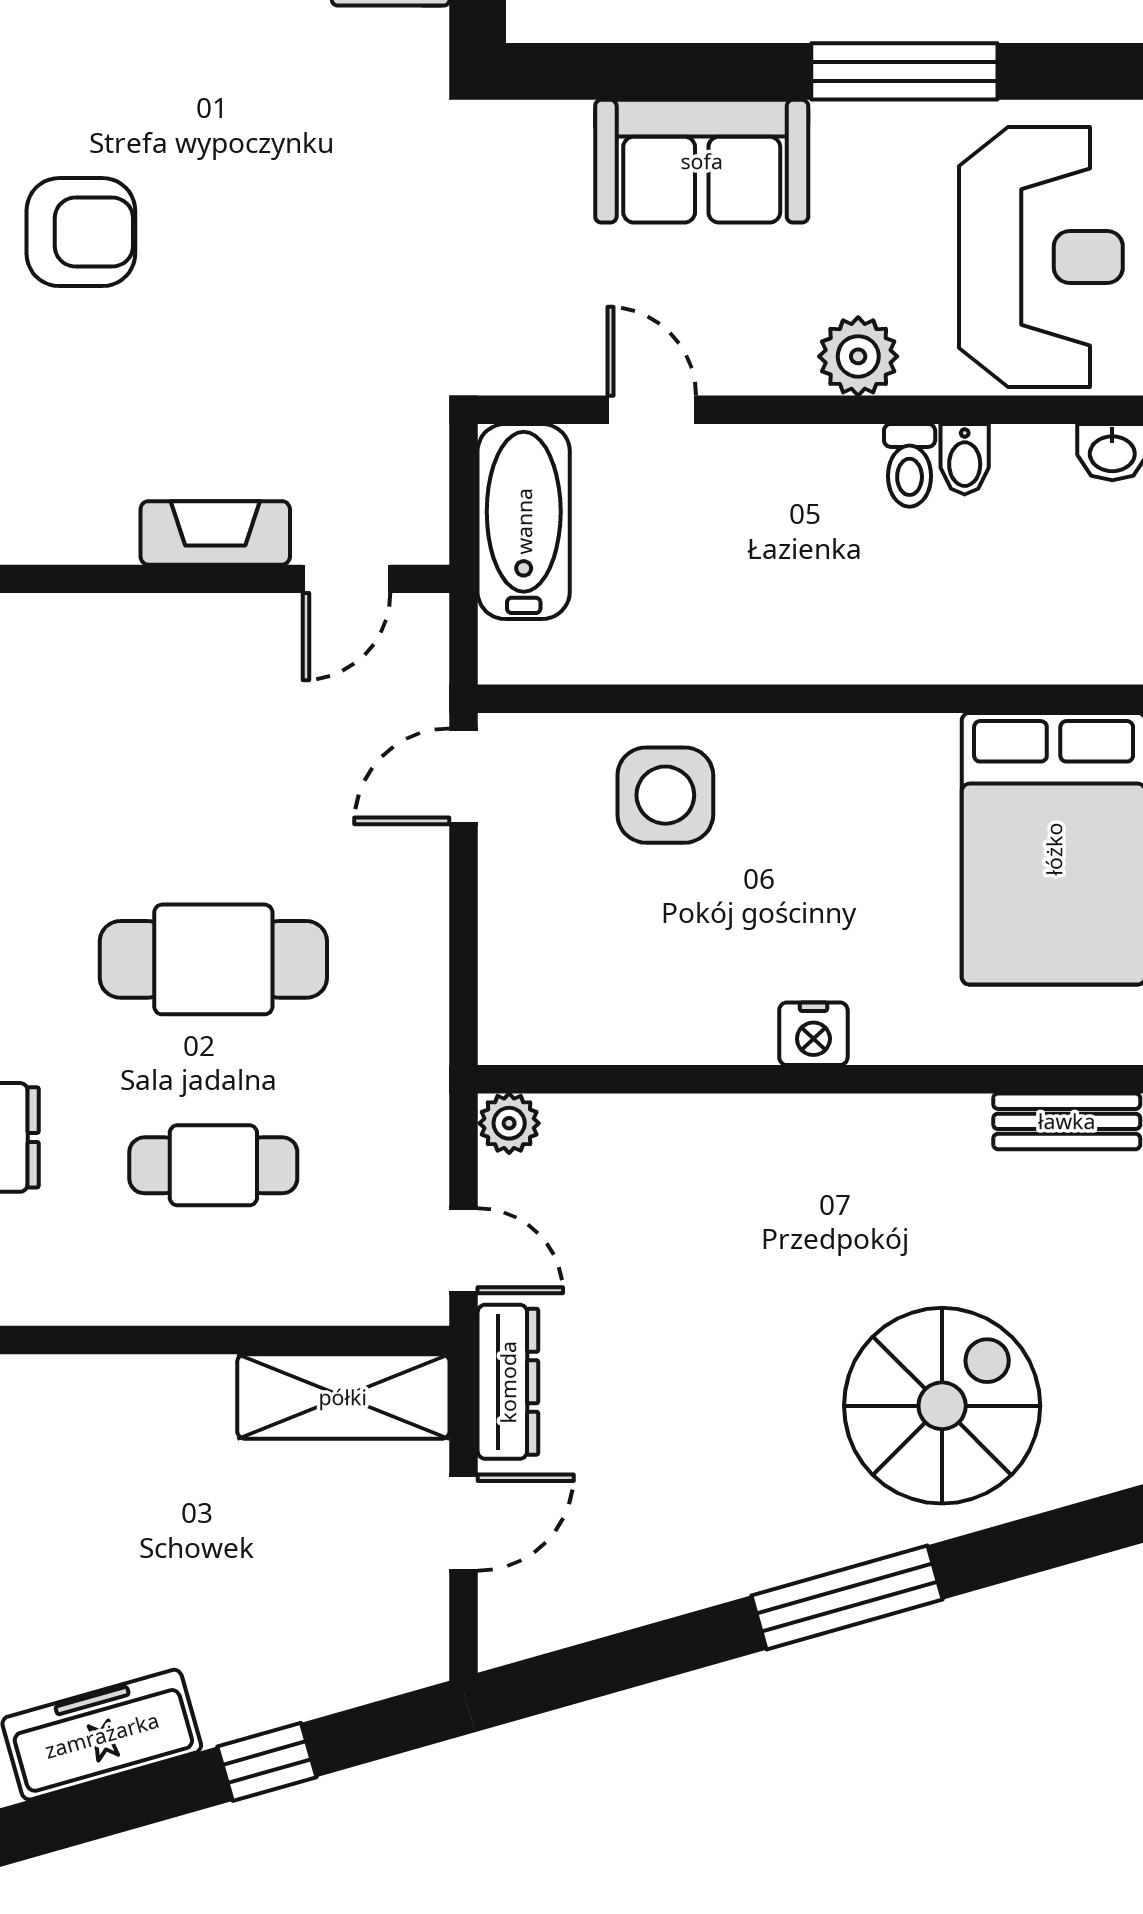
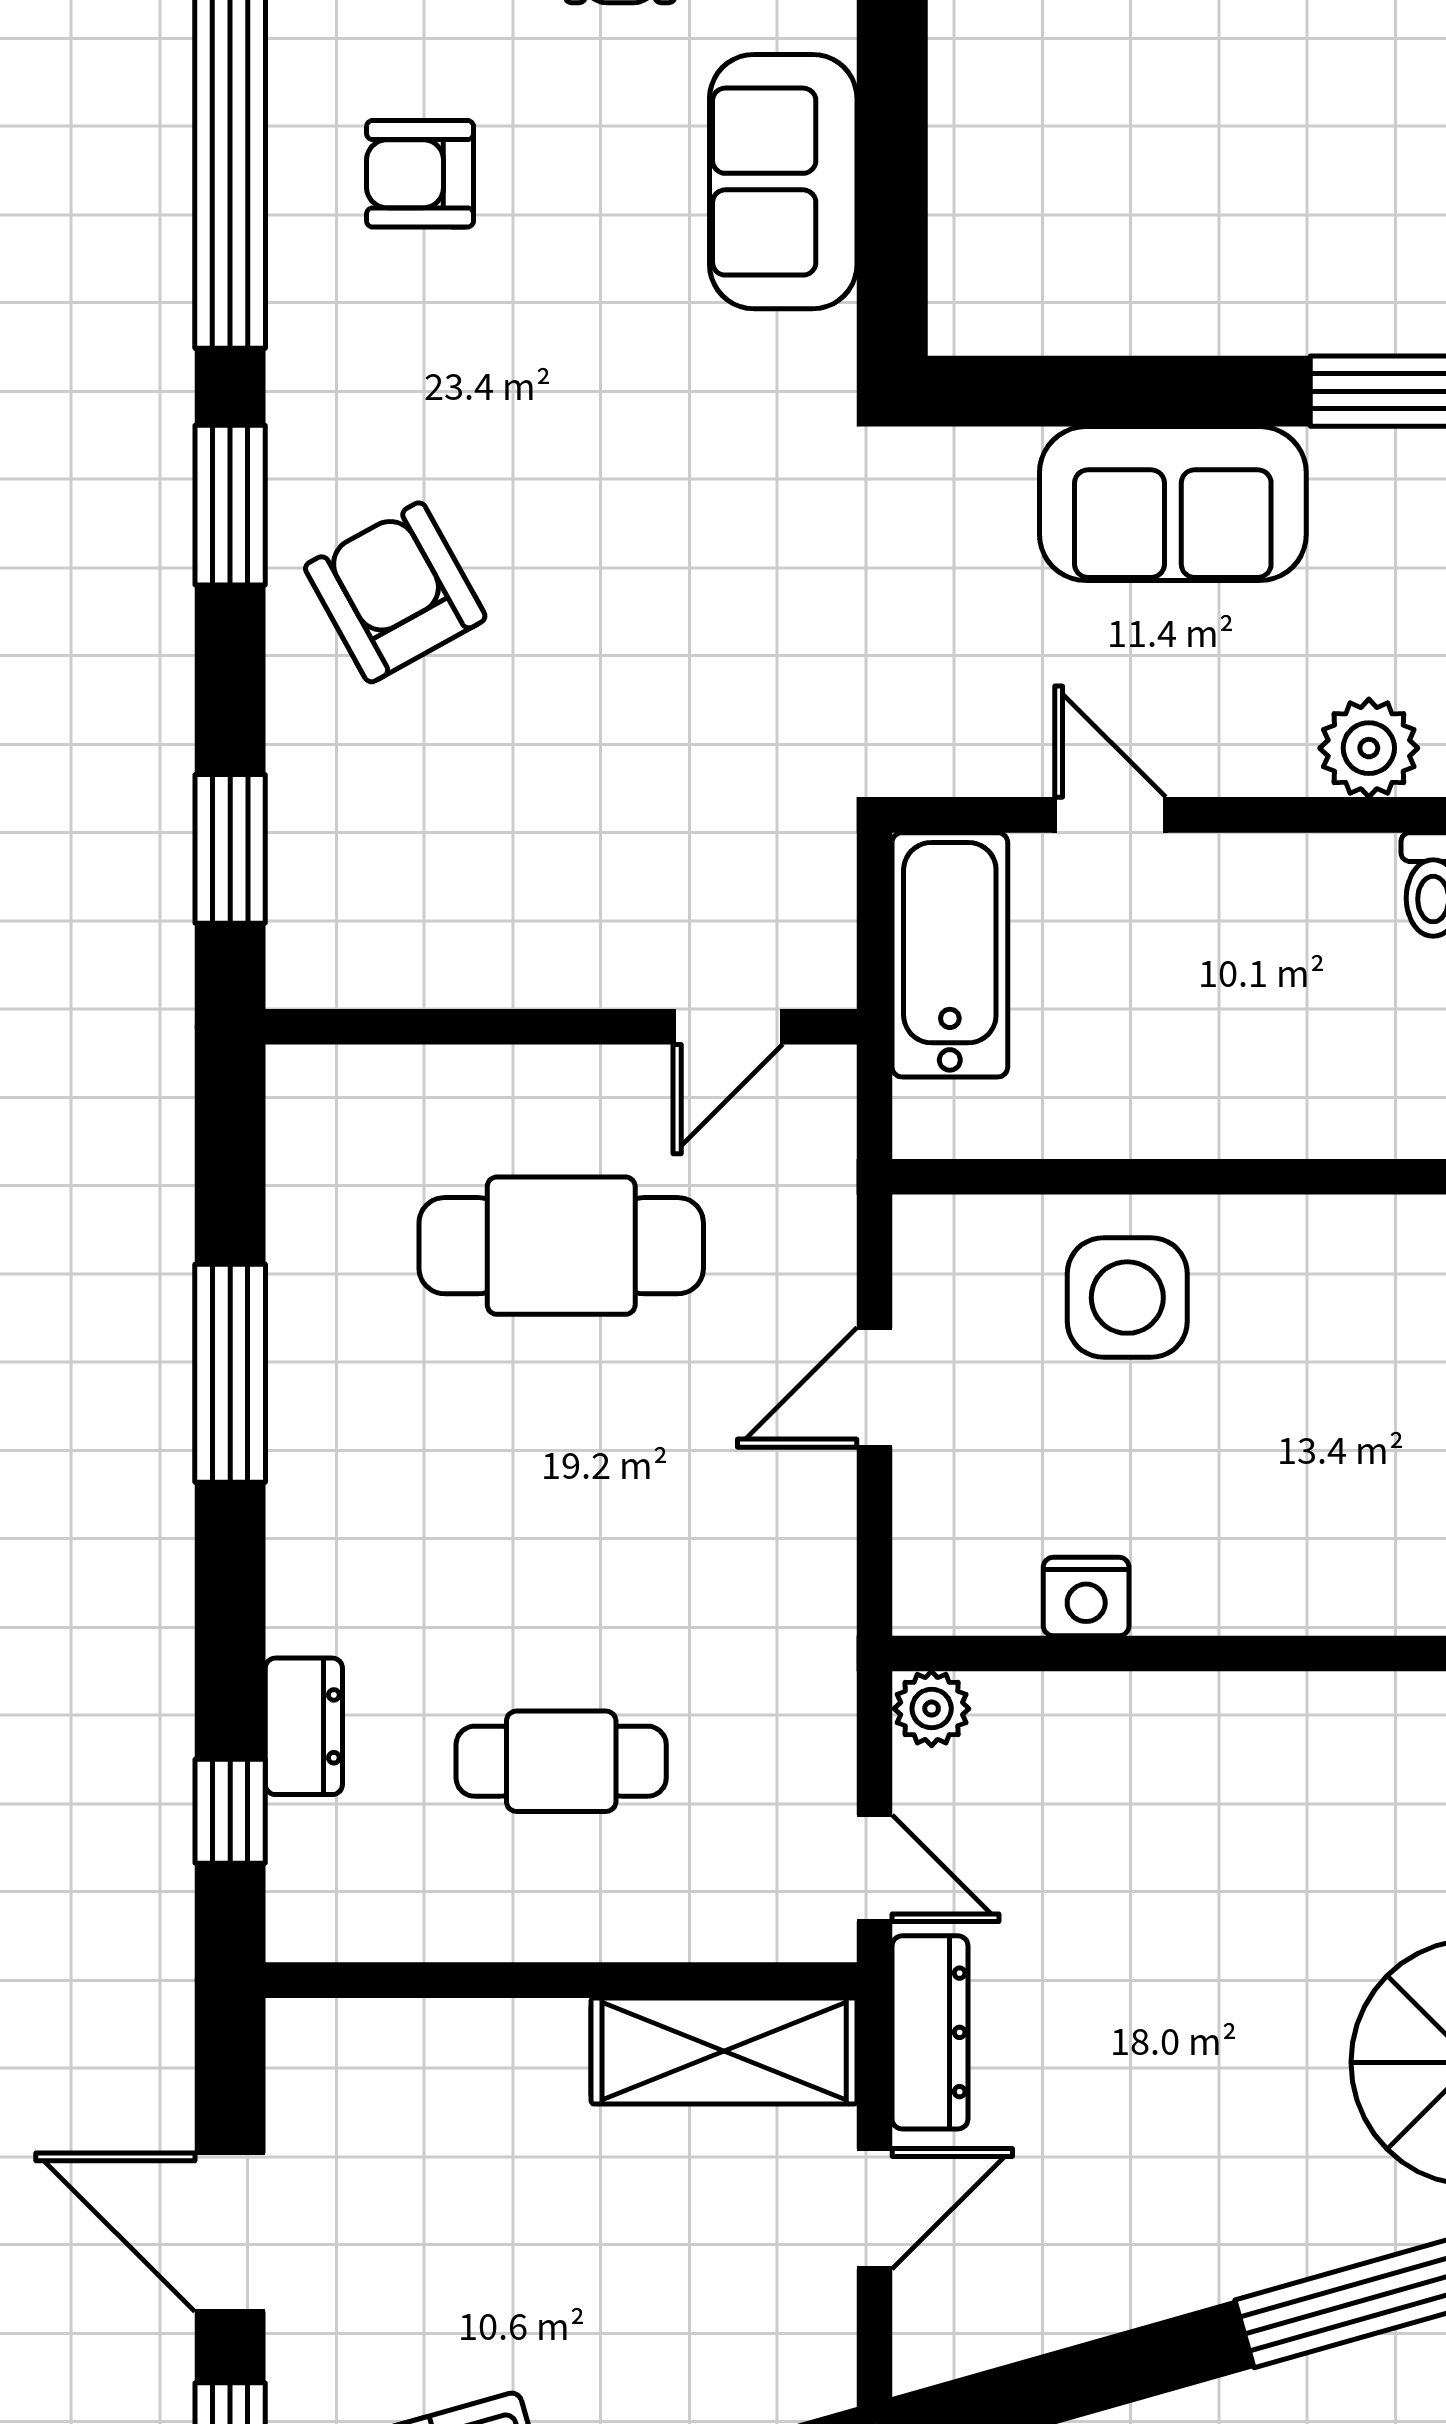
armchair: (81, 232) -> (395, 592), turned -119
fireplace: (215, 533) -> (564, 969), removed
door: (464, 776) -> (875, 1387), moved
cafe table: (213, 959) -> (561, 1246), moved
nightstand: (813, 1034) -> (1086, 1596), moved

